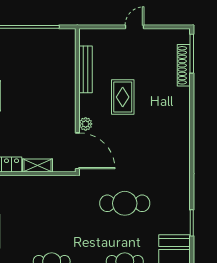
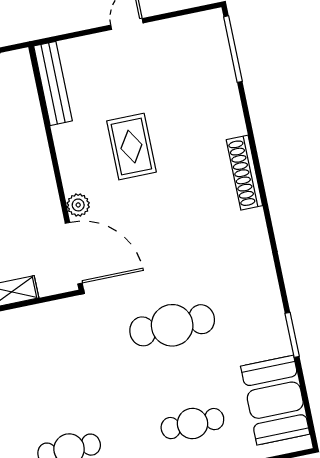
shoe rack: (184, 65) -> (244, 173), moved
bench: (86, 69) -> (53, 83), moved

